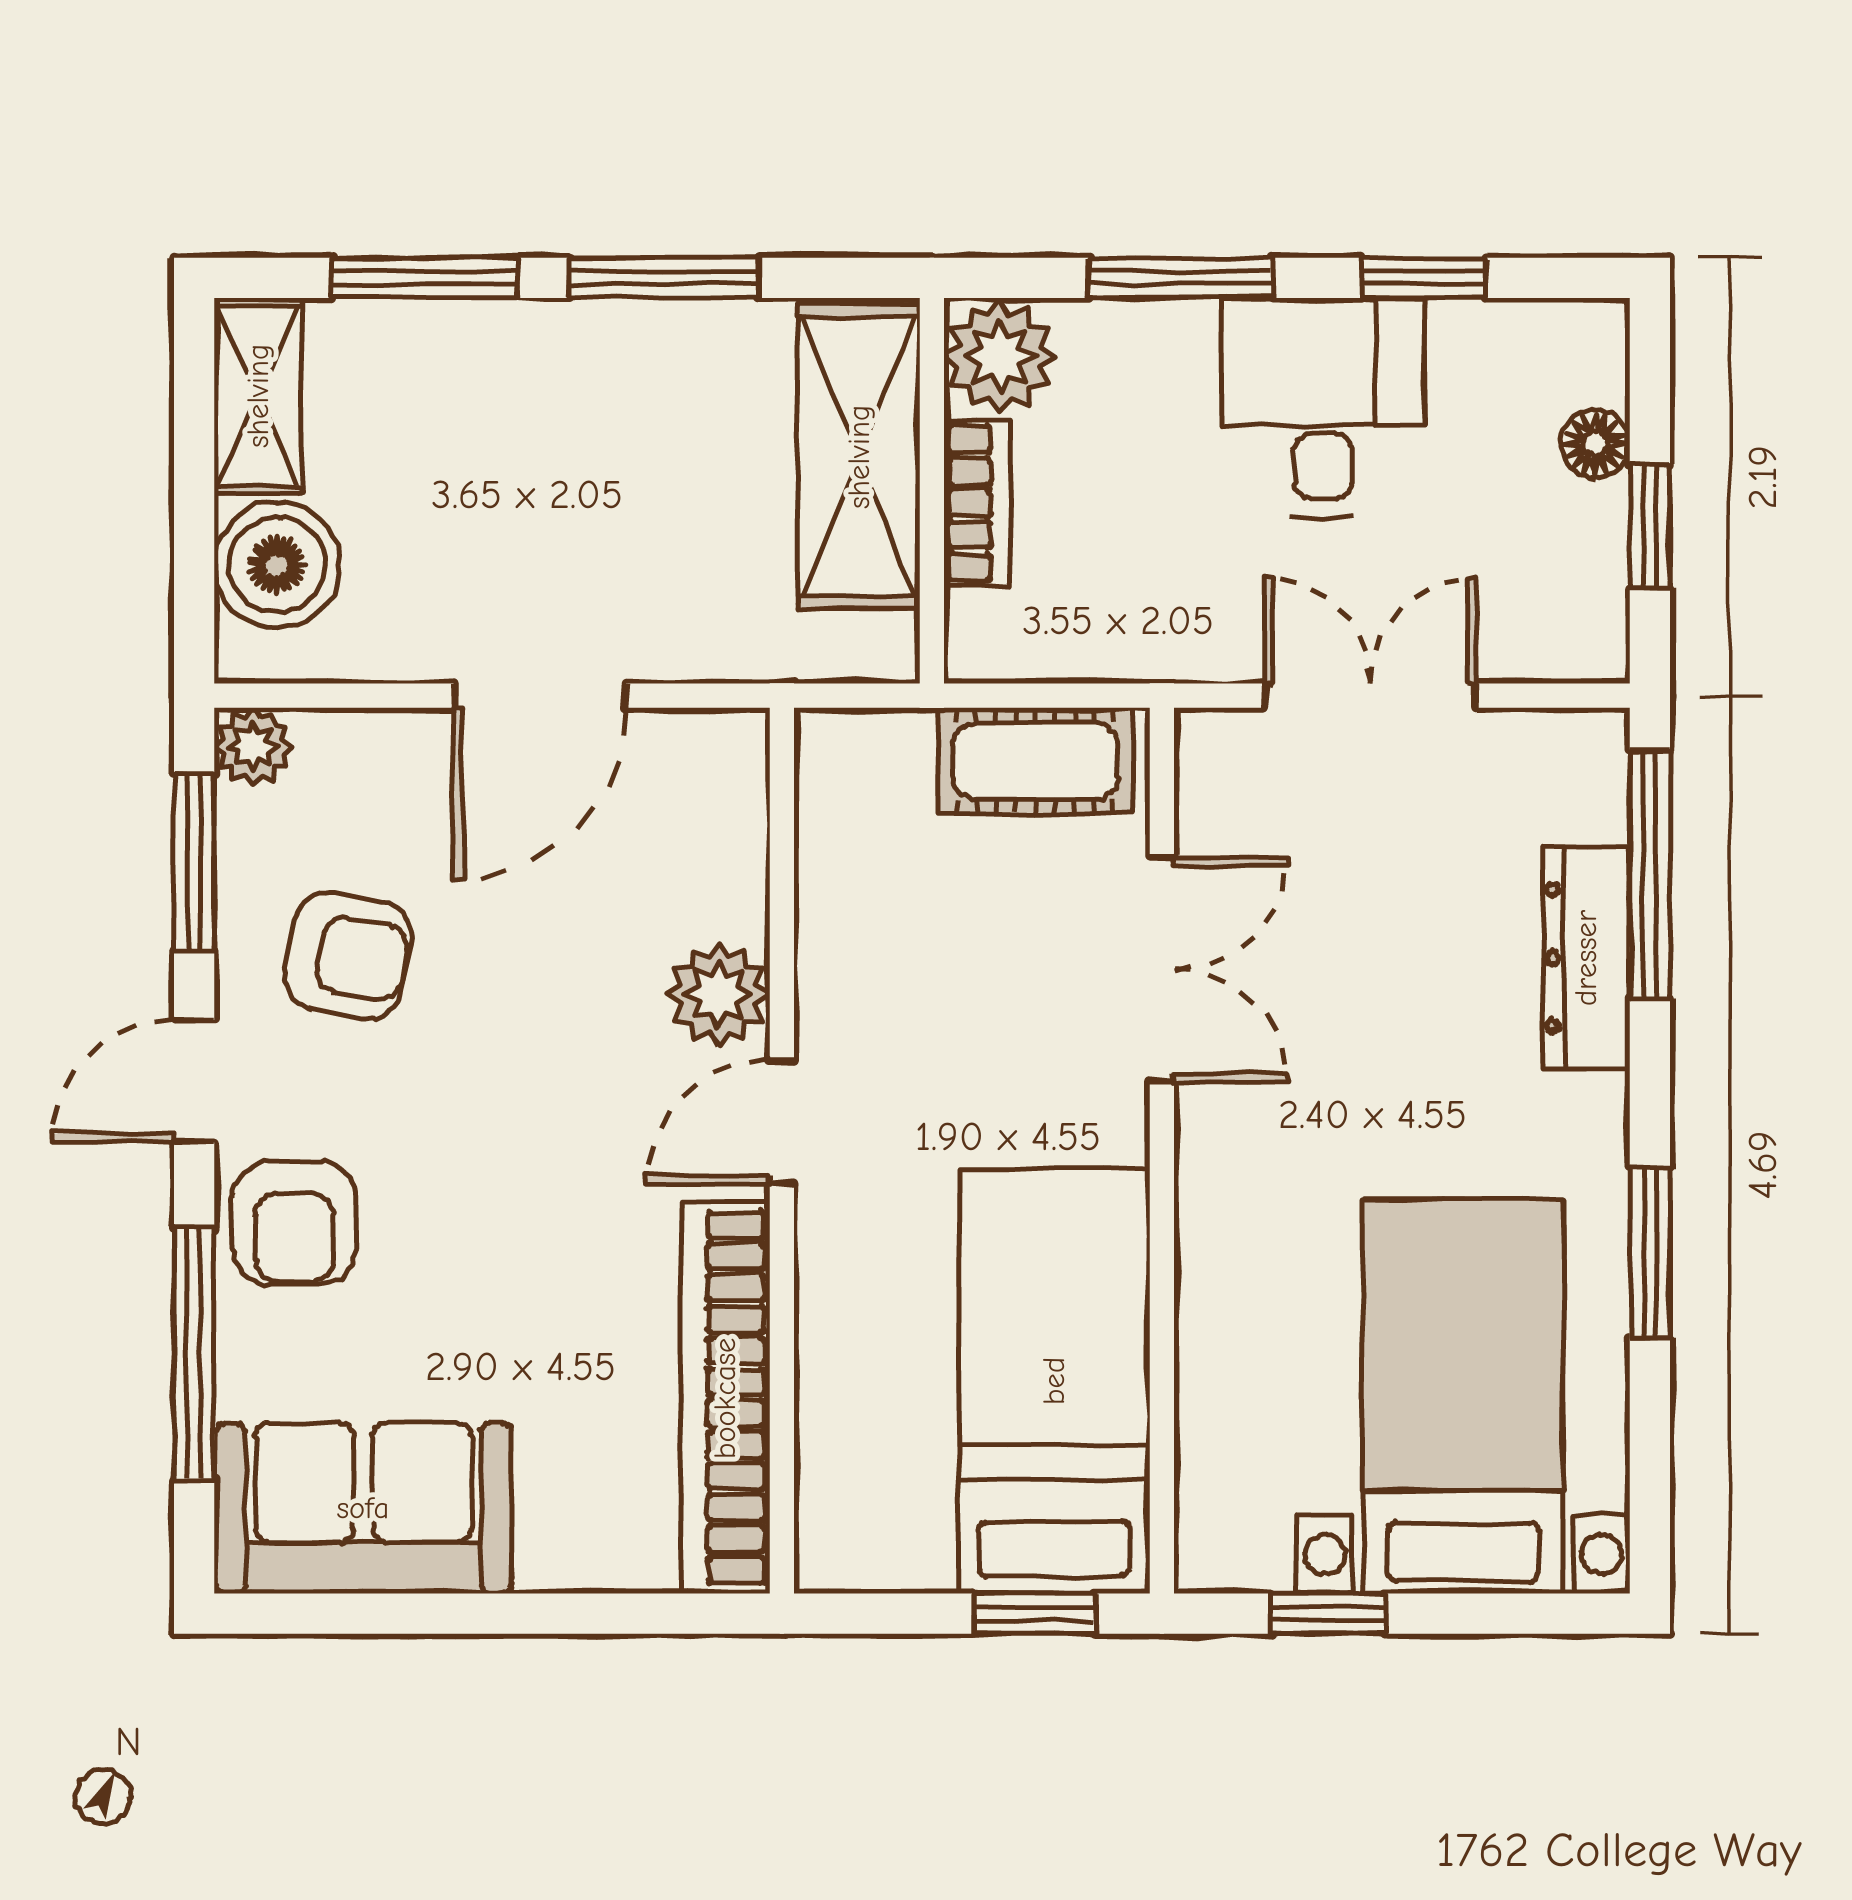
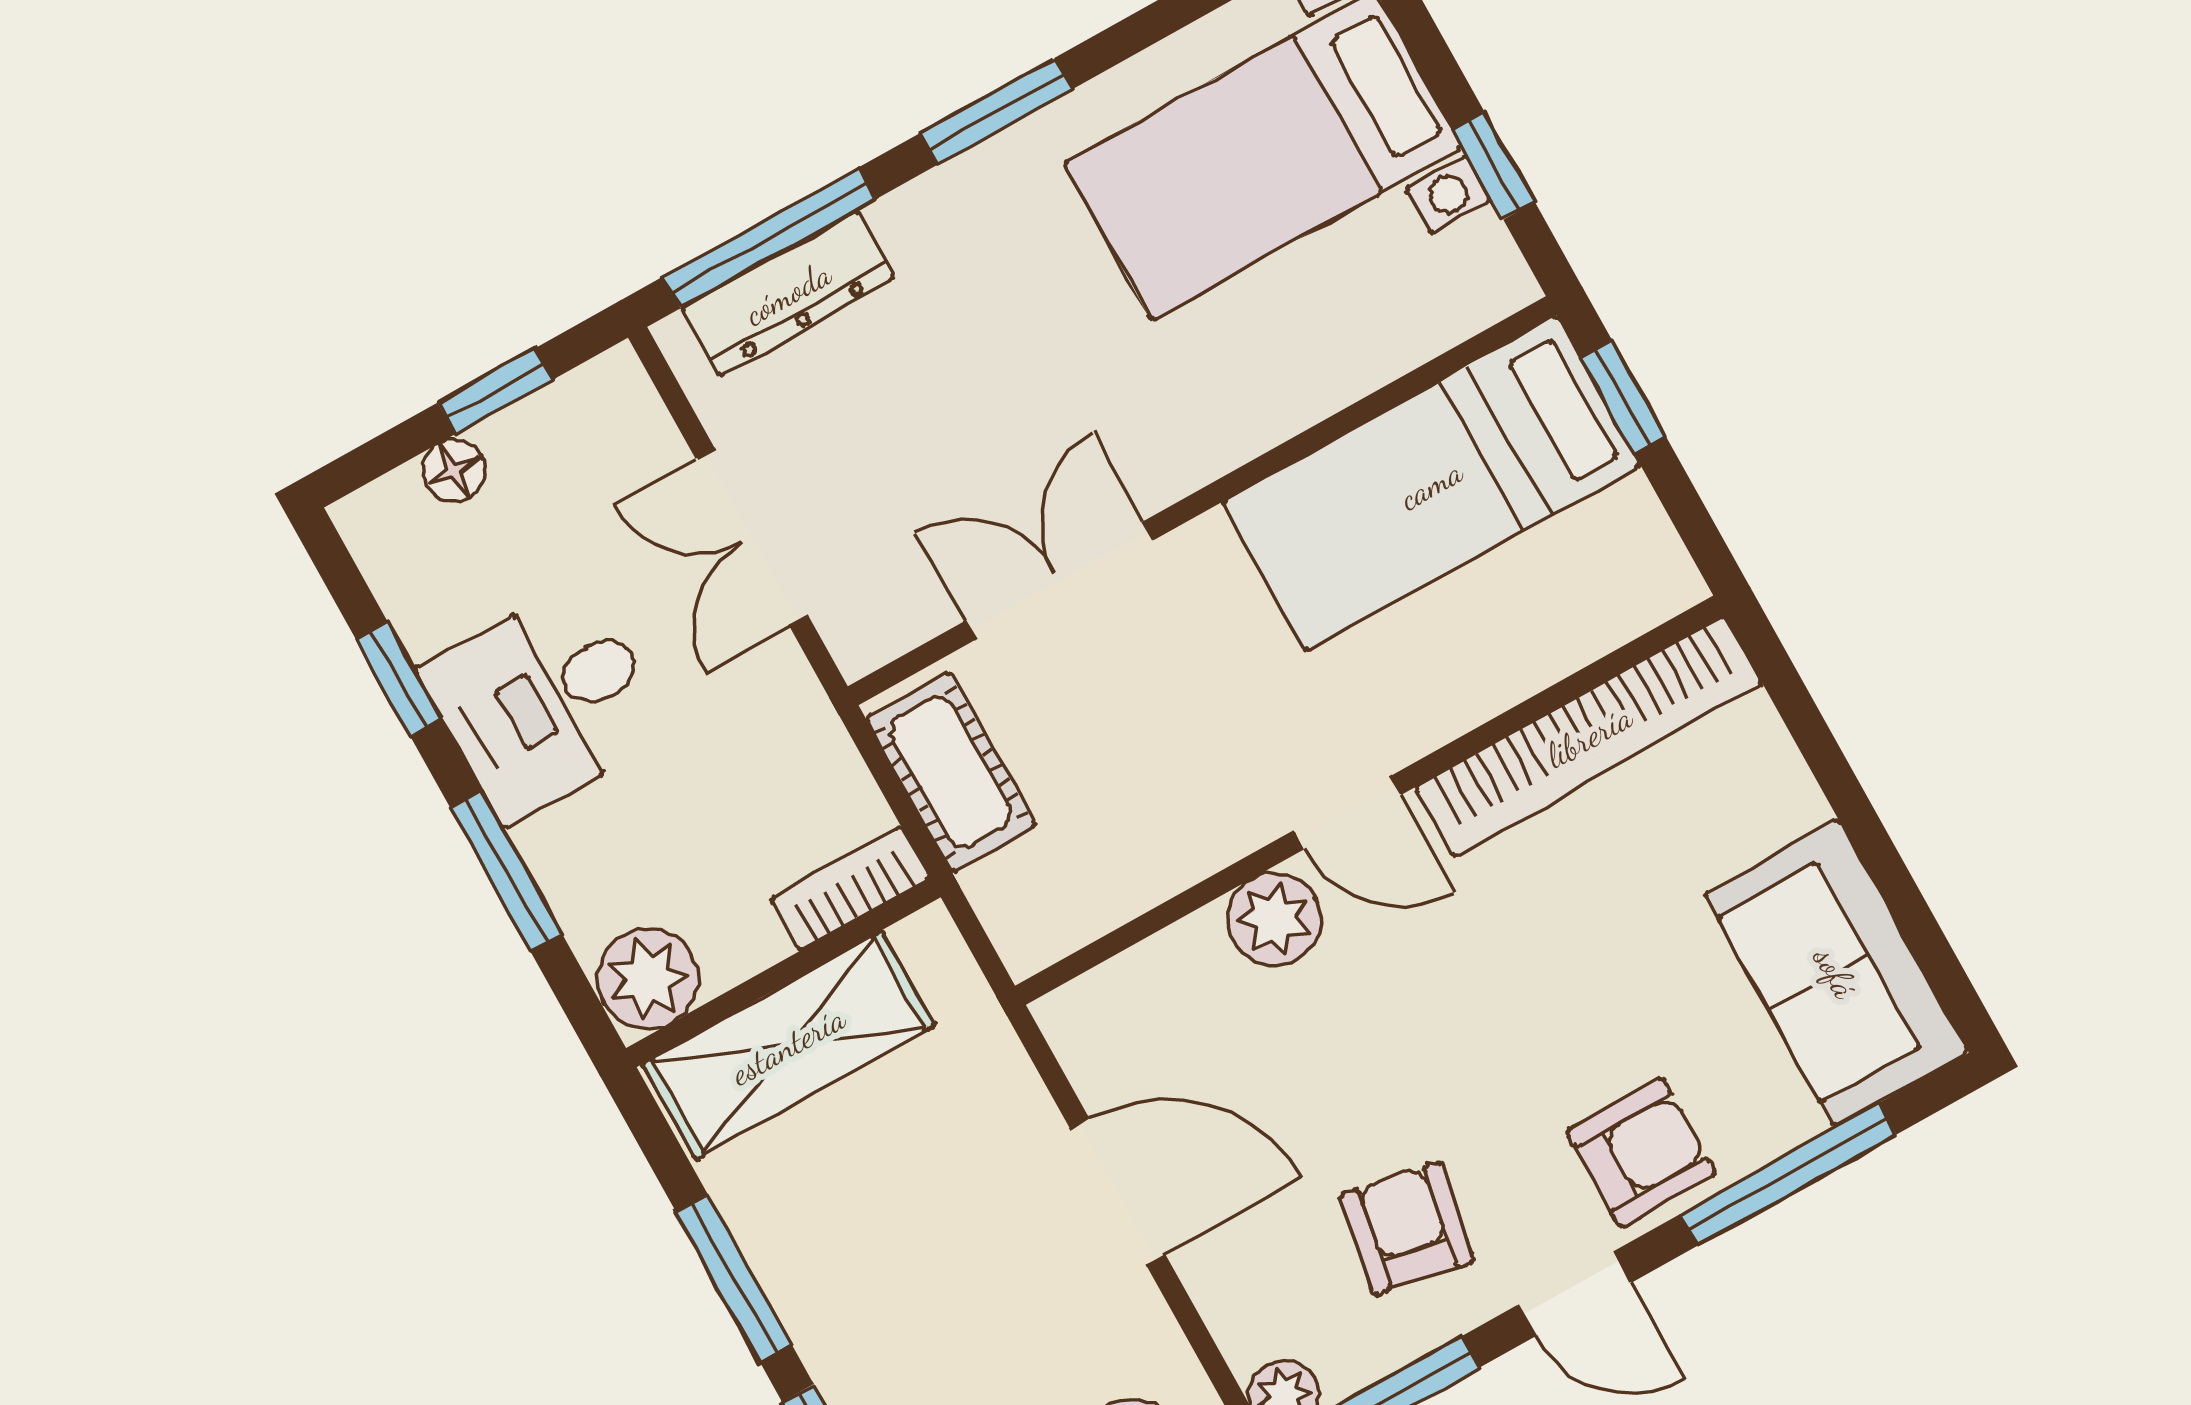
bookcase: (977, 503) -> (850, 889), moved
dresser: (1586, 958) -> (788, 293), moved
window: (1650, 1254) -> (996, 111), moved

